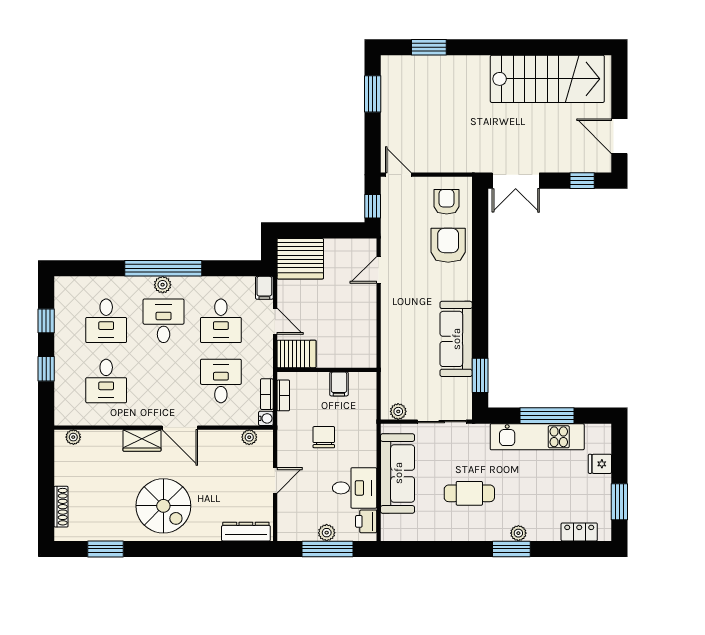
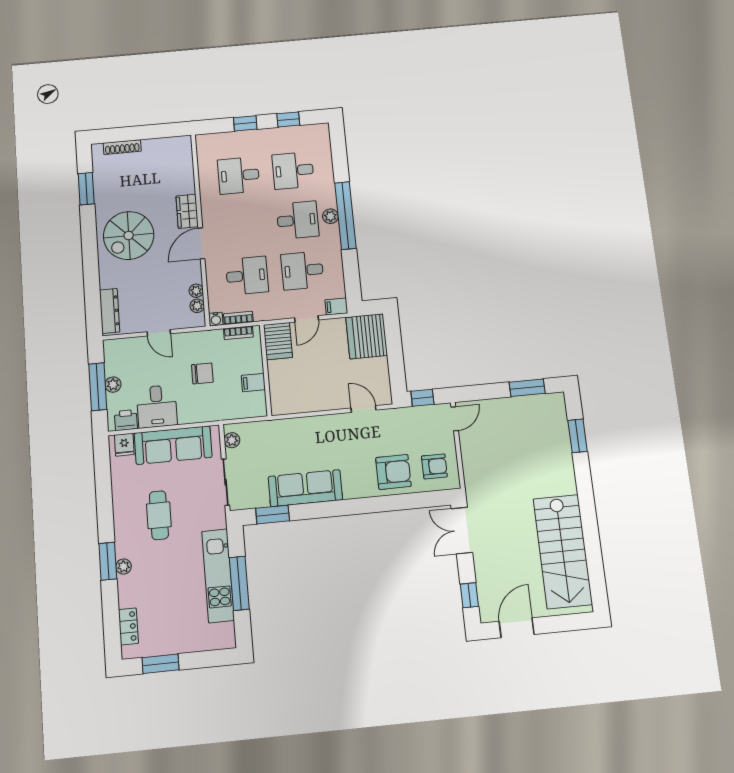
plant: (73, 437) -> (196, 291), moved
fridge: (600, 464) -> (124, 445), moved, turned 180

